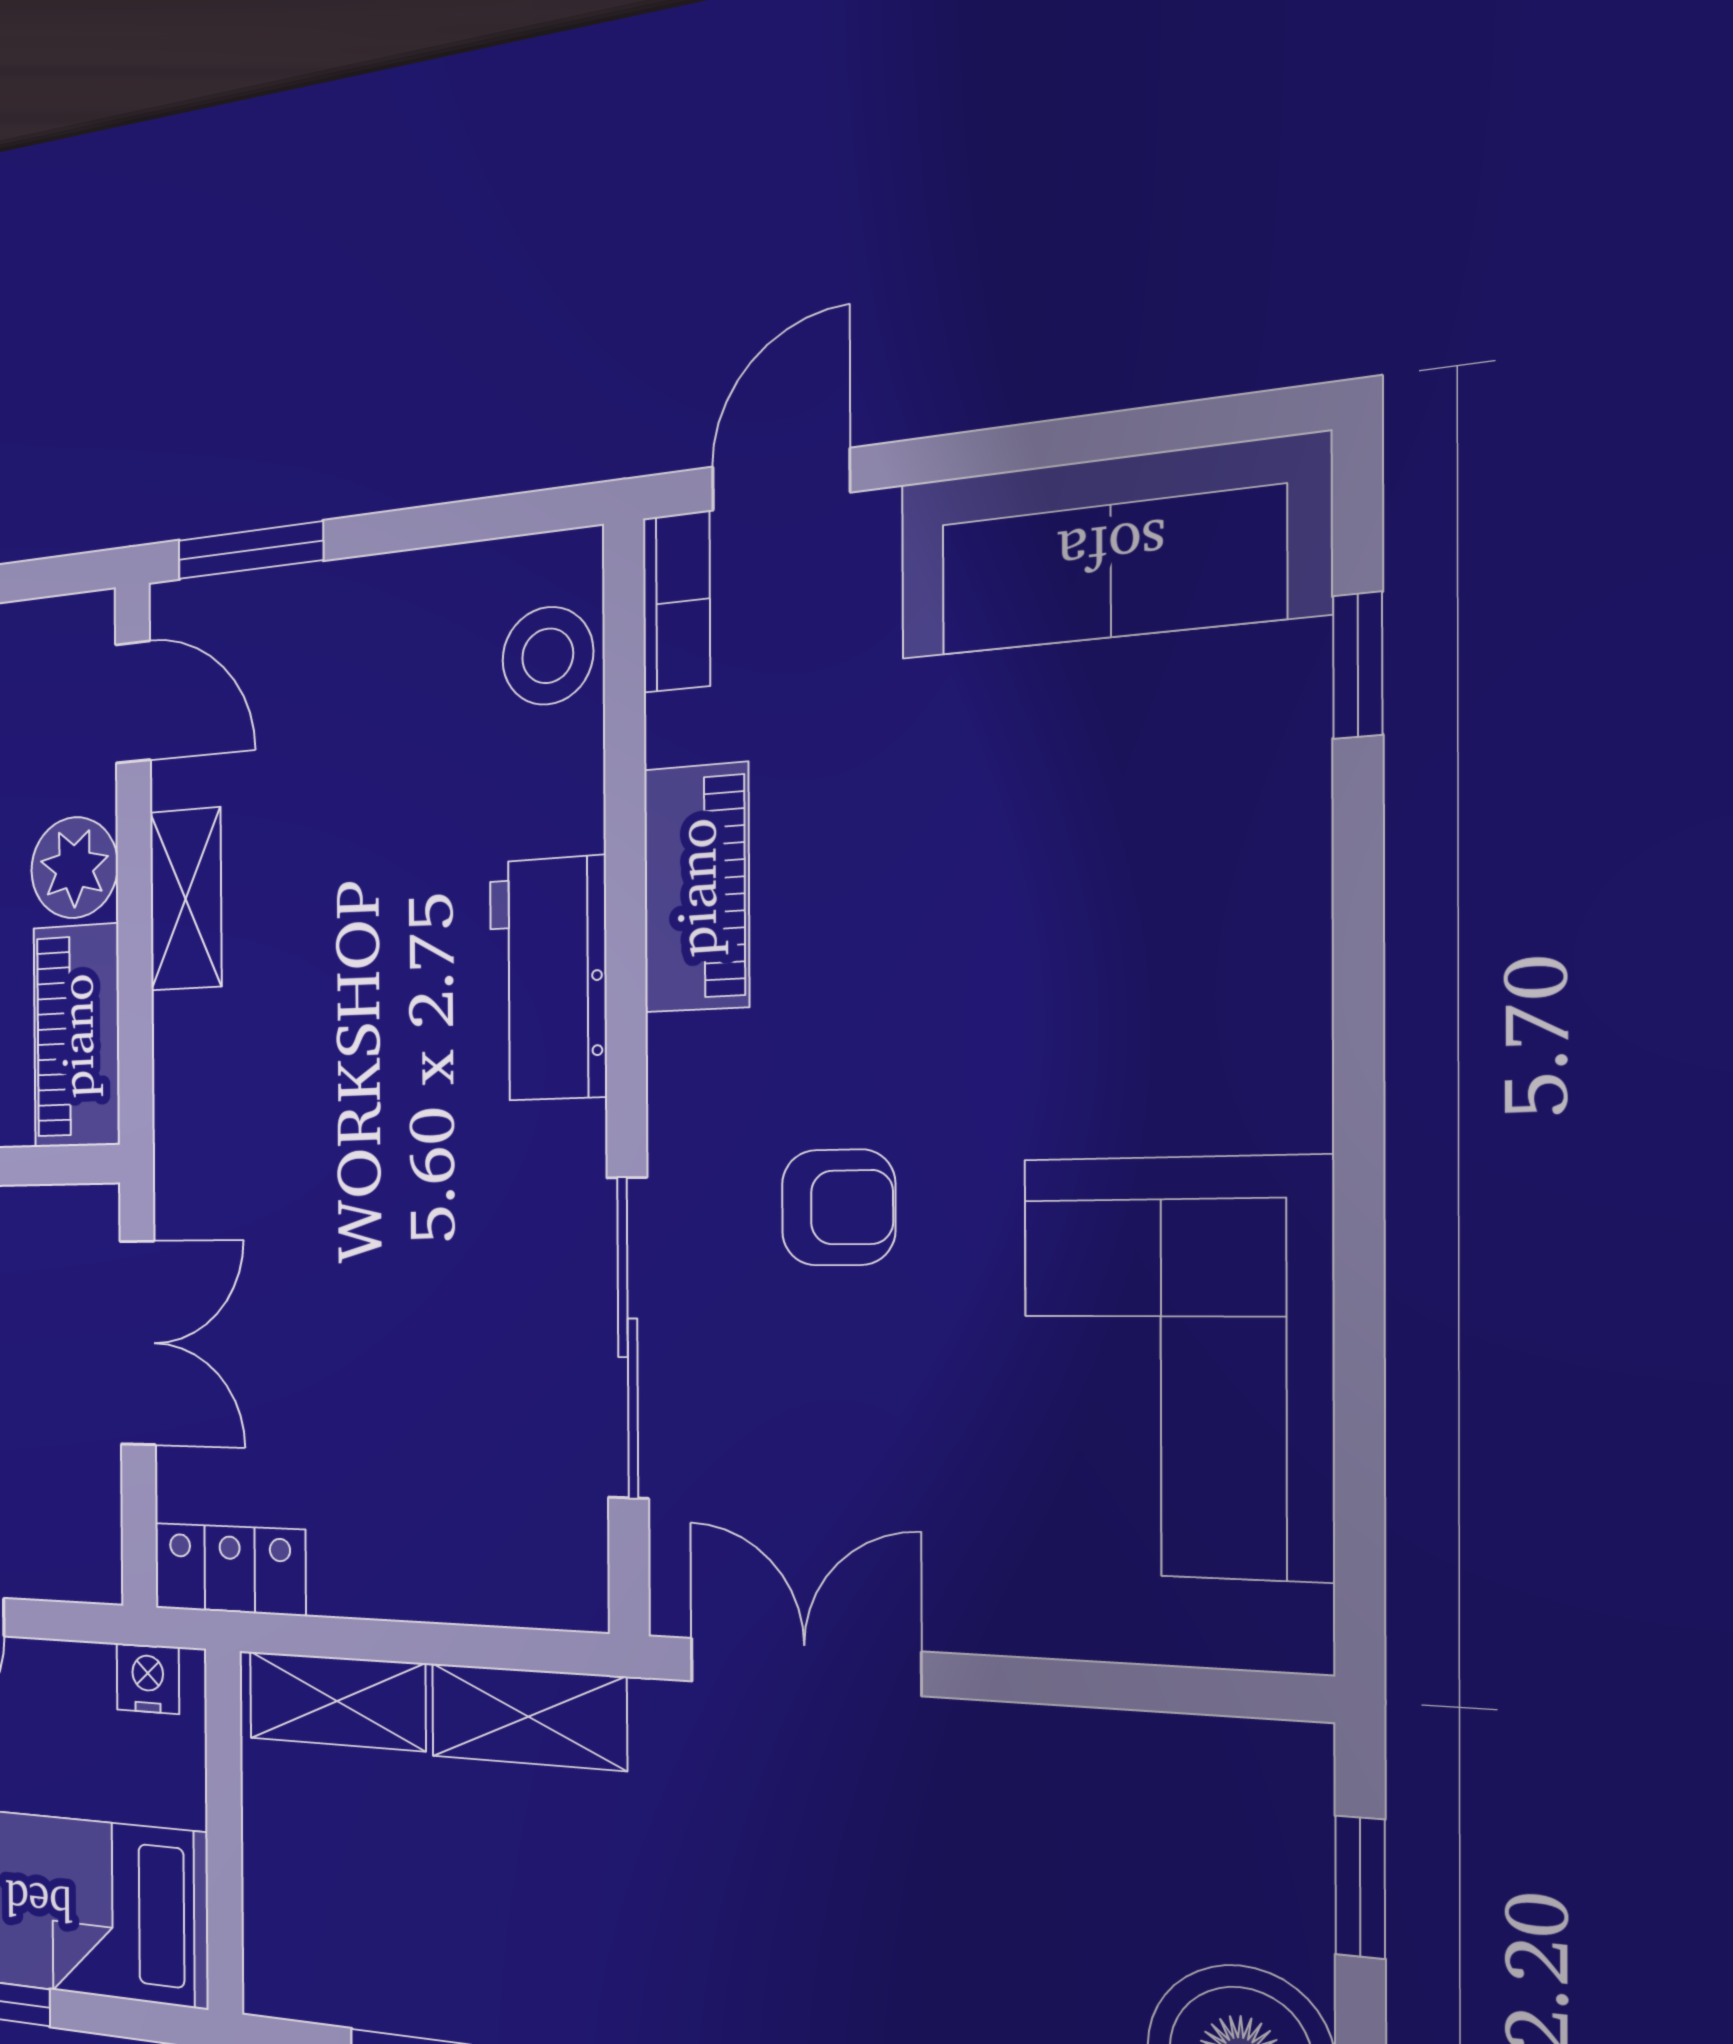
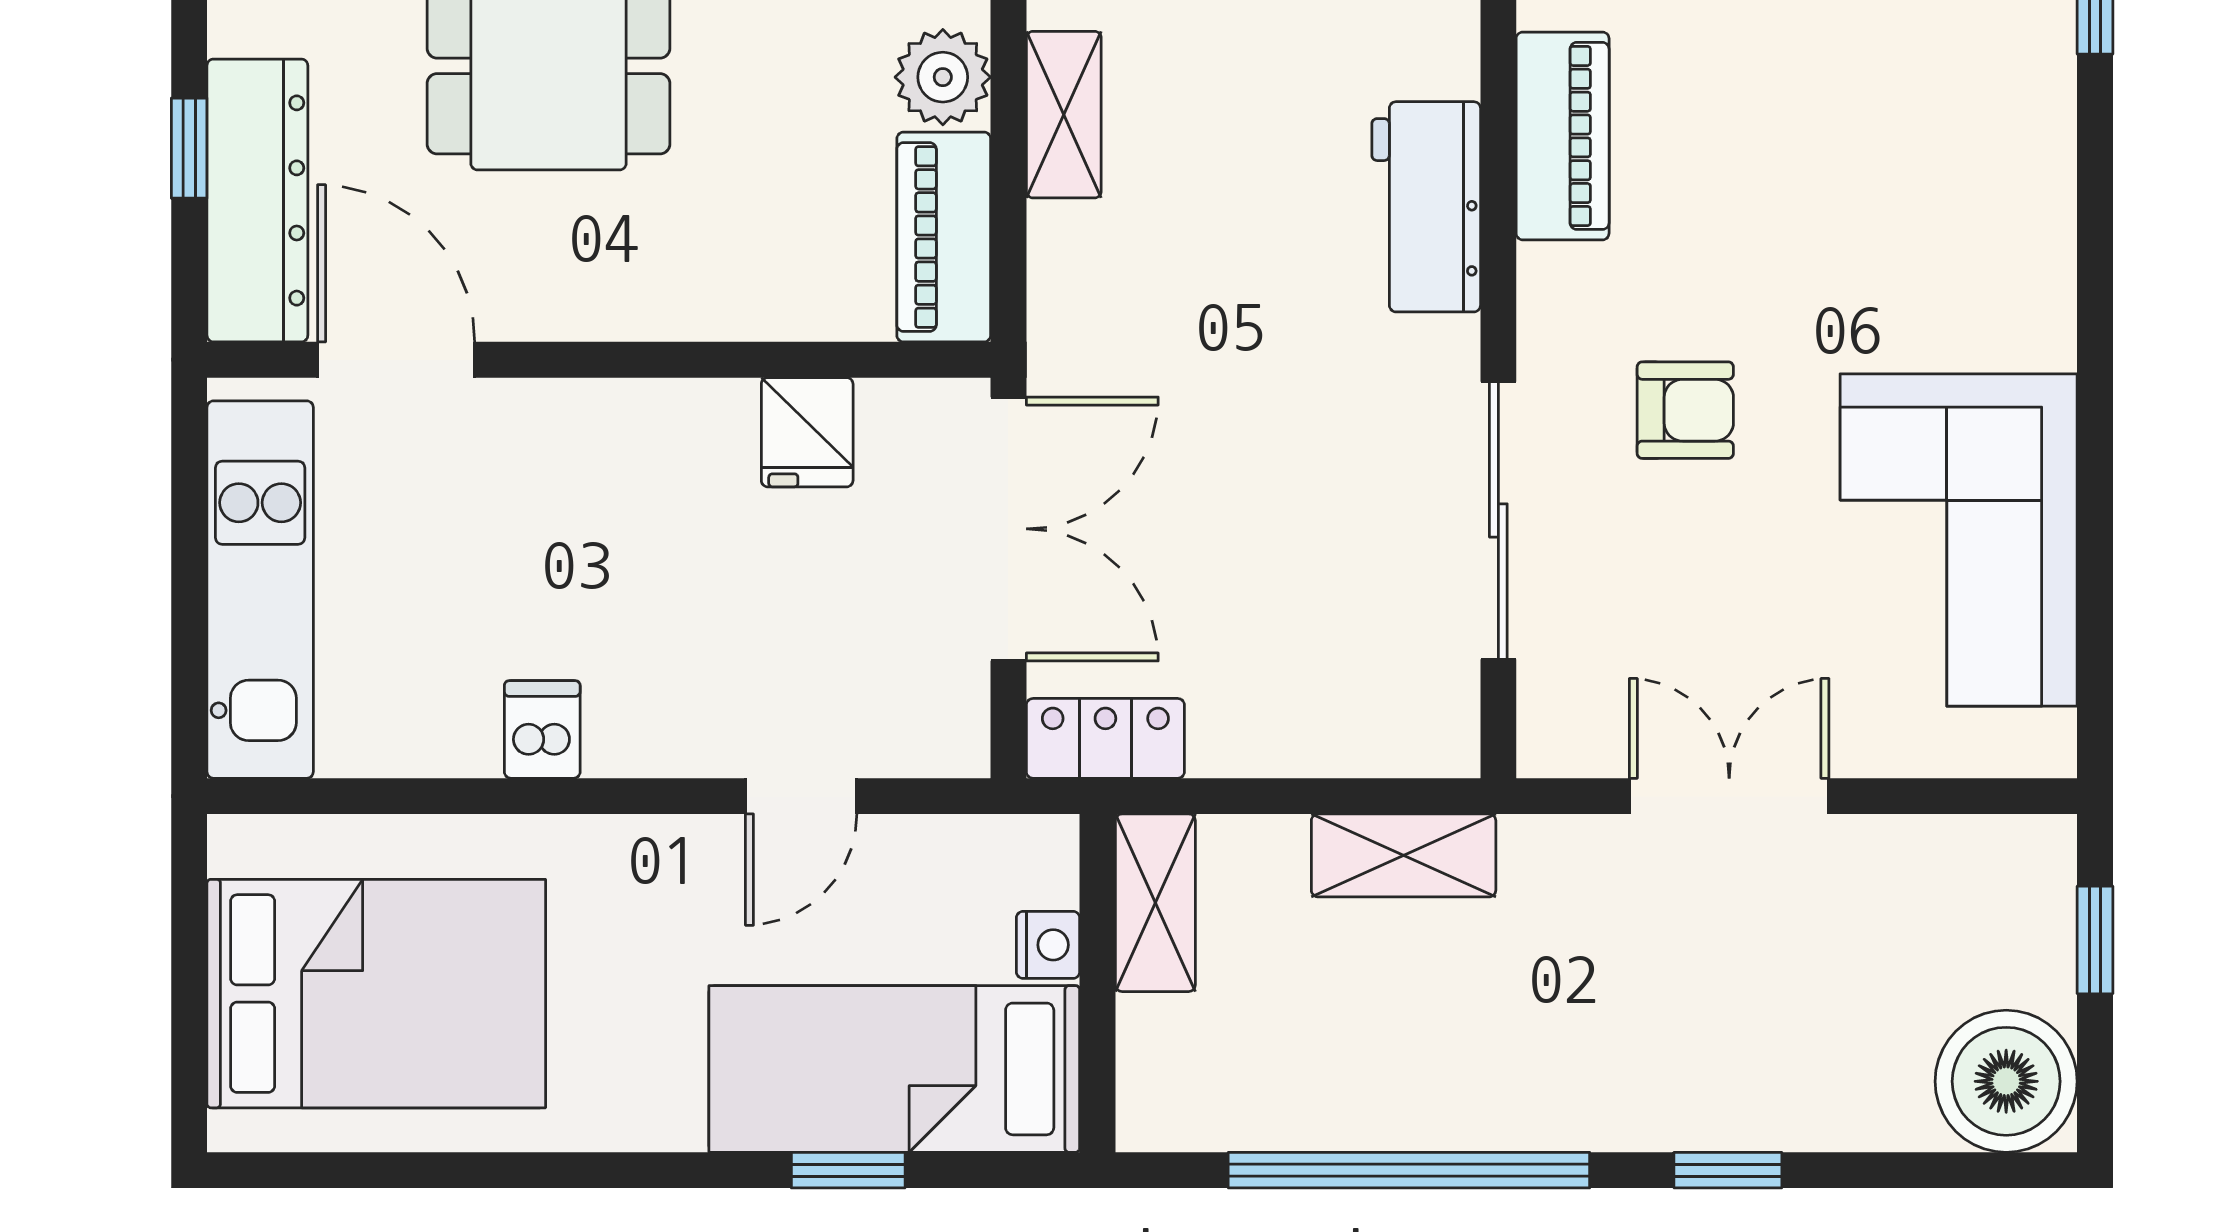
double door: (138, 1343) -> (1008, 529), width x1.37
double door: (804, 1667) -> (1729, 796), moved
nightstand: (148, 1678) -> (1048, 945), moved, turned 90
shelving: (337, 1701) -> (1155, 903), moved, turned 90

